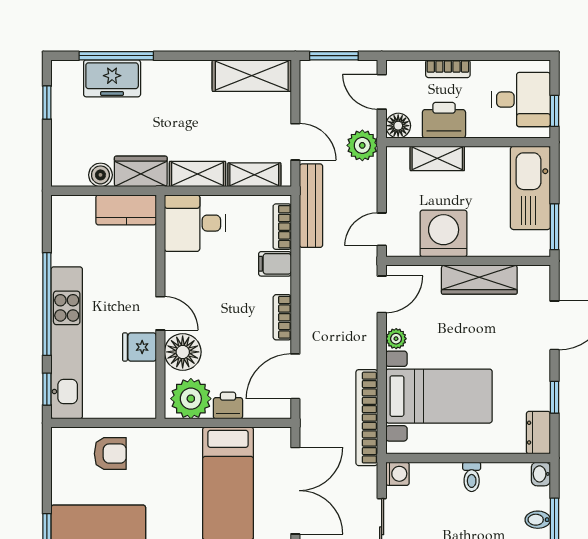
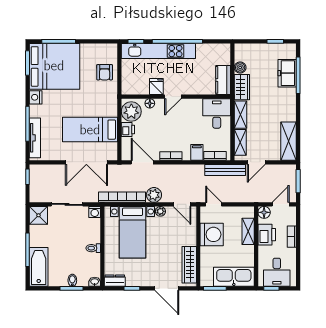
plant: (362, 145) -> (154, 195), moved
wardrobe: (479, 280) -> (189, 265), moved
floor lamp: (183, 352) -> (150, 103), width x0.53, depth x0.53

